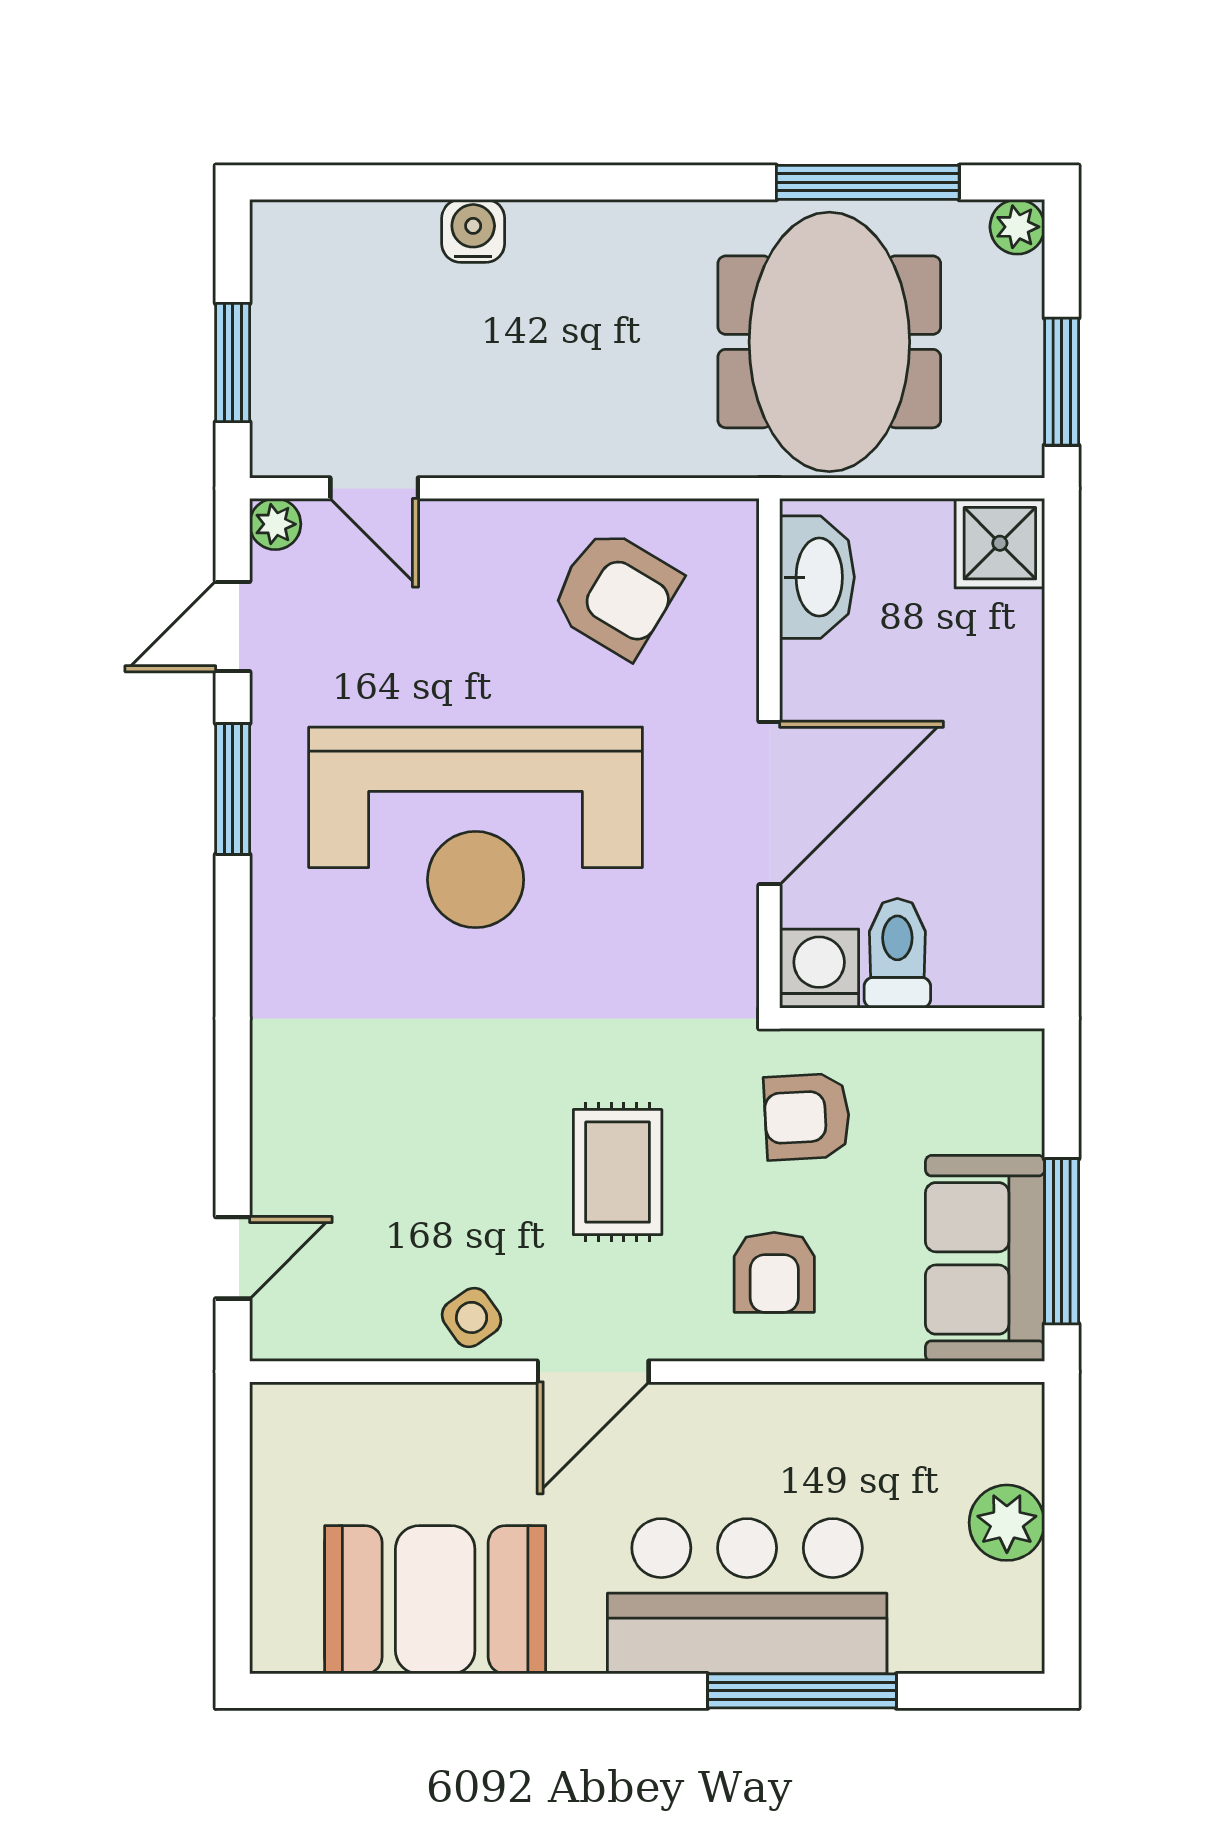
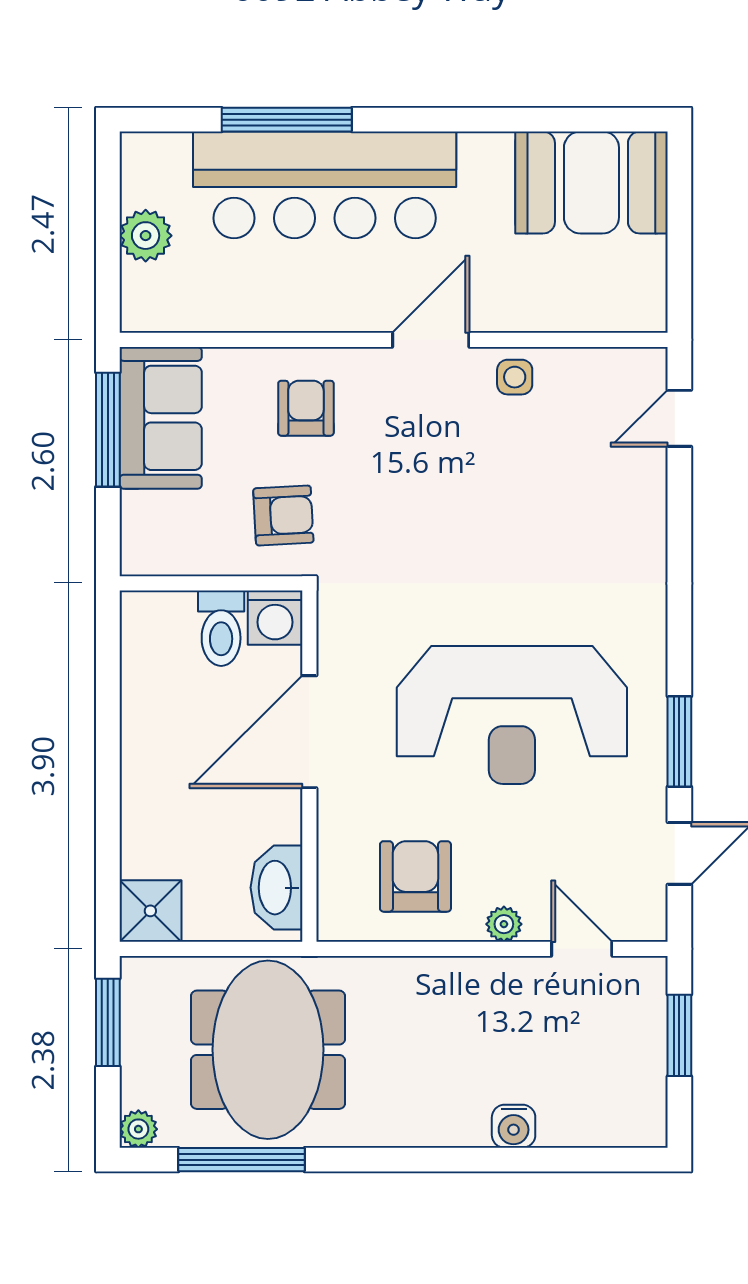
plant: (275, 524) -> (504, 924), moved
armchair: (615, 593) -> (415, 876), turned 59
reception desk: (476, 827) -> (512, 715), turned 180
rug: (618, 1172) -> (414, 477), removed
side table: (472, 1317) -> (515, 377), turned 35
bar counter: (747, 1596) -> (325, 185), width x1.36
booth: (435, 1600) -> (591, 182), moved

